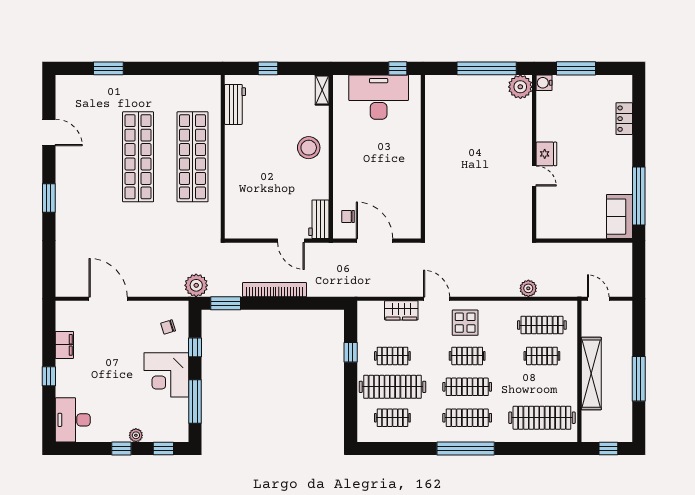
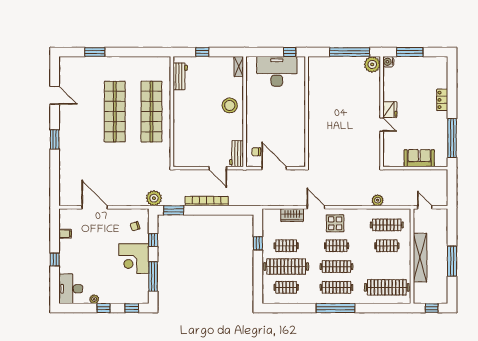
locker: (624, 119) -> (442, 100), moved
sofa: (619, 217) -> (419, 158), moved, turned 90
filing cabinet: (64, 345) -> (65, 234), width x0.50
plant: (136, 435) -> (94, 299), moved

